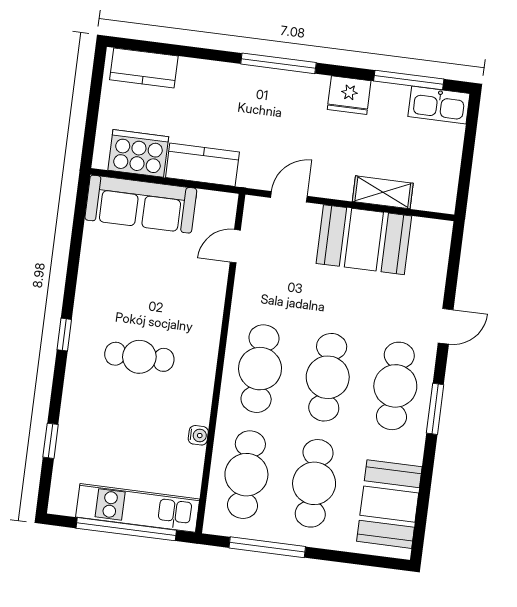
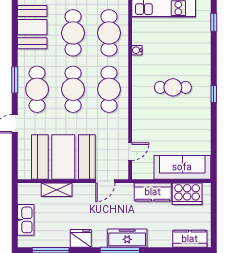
freezer: (262, 84) -> (127, 238), added
kitchen sink: (439, 105) -> (26, 220), moved, turned 90
booth: (364, 240) -> (63, 157), width x1.36, depth x1.42
window: (51, 441) -> (214, 22), moved

